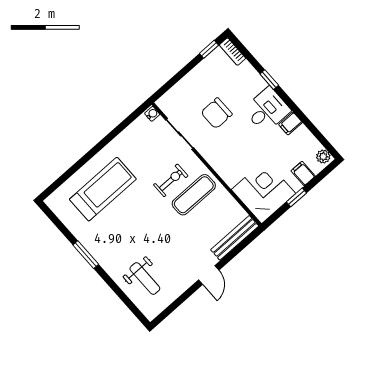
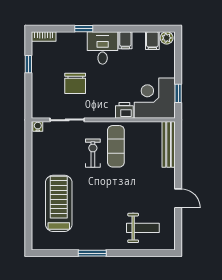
window: (209, 49) -> (28, 64), moved
filing cabinet: (303, 173) -> (152, 41), moved, turned -90
printer: (230, 175) -> (124, 110), added
window: (297, 197) -> (178, 93), moved
door: (209, 275) -> (178, 198), moved

